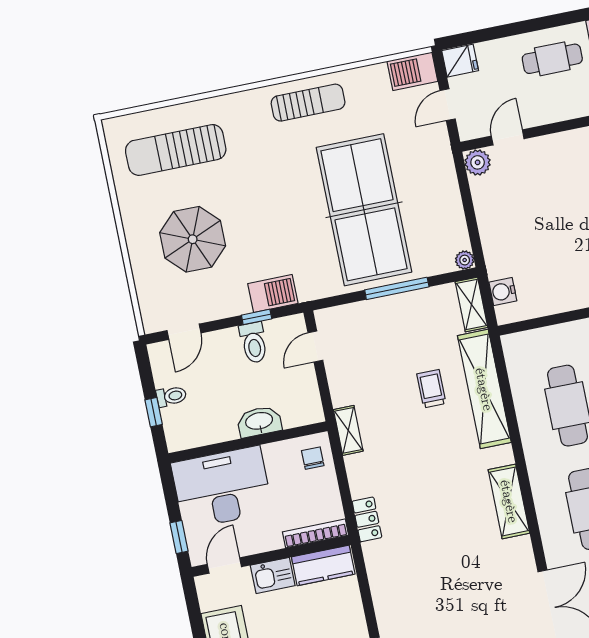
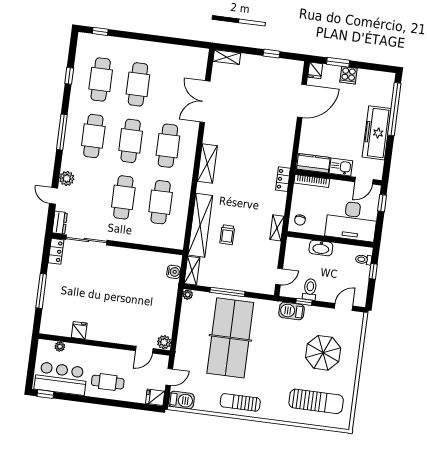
toilet: (171, 396) -> (364, 260), moved

